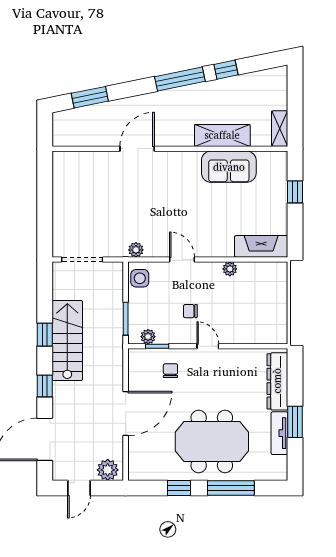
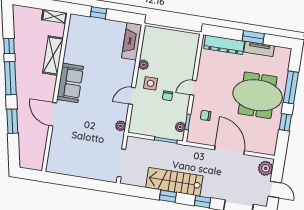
window: (90, 97) -> (12, 121), moved
sofa: (229, 167) -> (70, 83), moved
side table: (140, 278) -> (150, 83), moved
meeting table: (212, 441) -> (258, 95), turned 90

